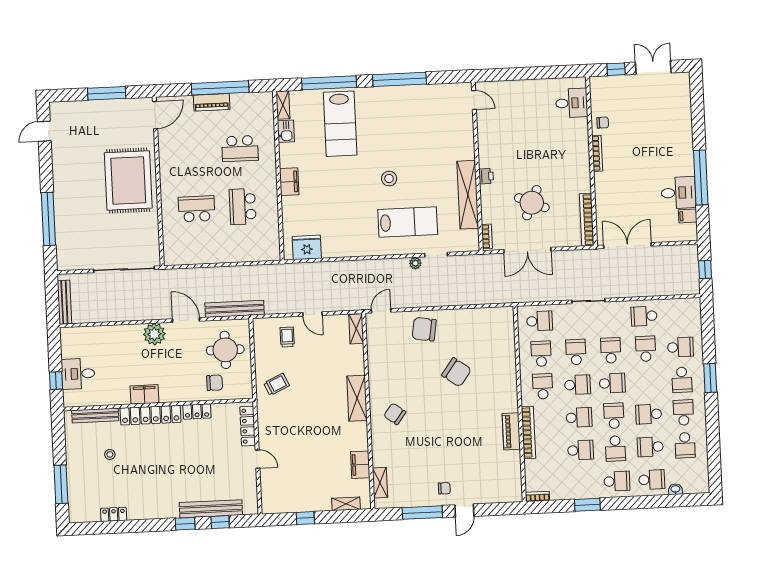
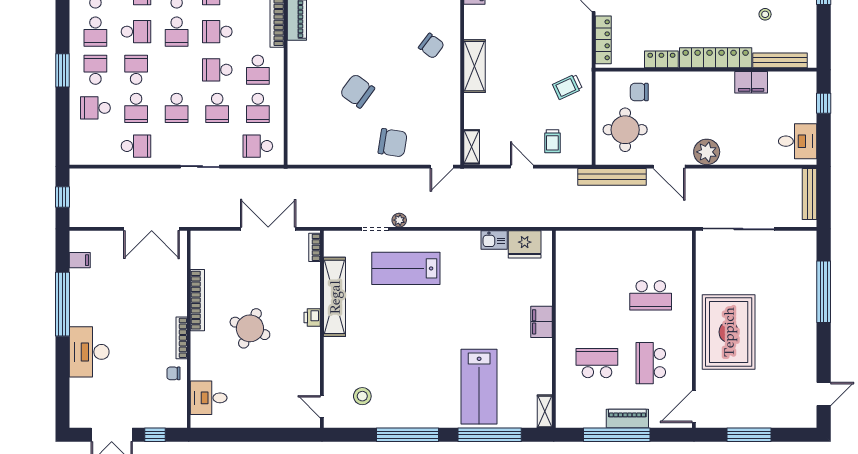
lab bench: (340, 124) -> (479, 387), turned 180
kitchen sink: (286, 131) -> (494, 240), moved, turned -90
stool: (389, 179) -> (362, 396), moved
desk: (678, 193) -> (89, 352), moved, width x1.37
round table: (532, 203) -> (250, 328), moved
school desk: (243, 207) -> (651, 363), moved, turned 180
bookcase: (587, 220) -> (197, 300), moved
desk: (78, 374) -> (798, 141), moved
school desk: (612, 383) -> (136, 70), moved, turned 90
filing cabinet: (144, 394) -> (751, 82), moved

